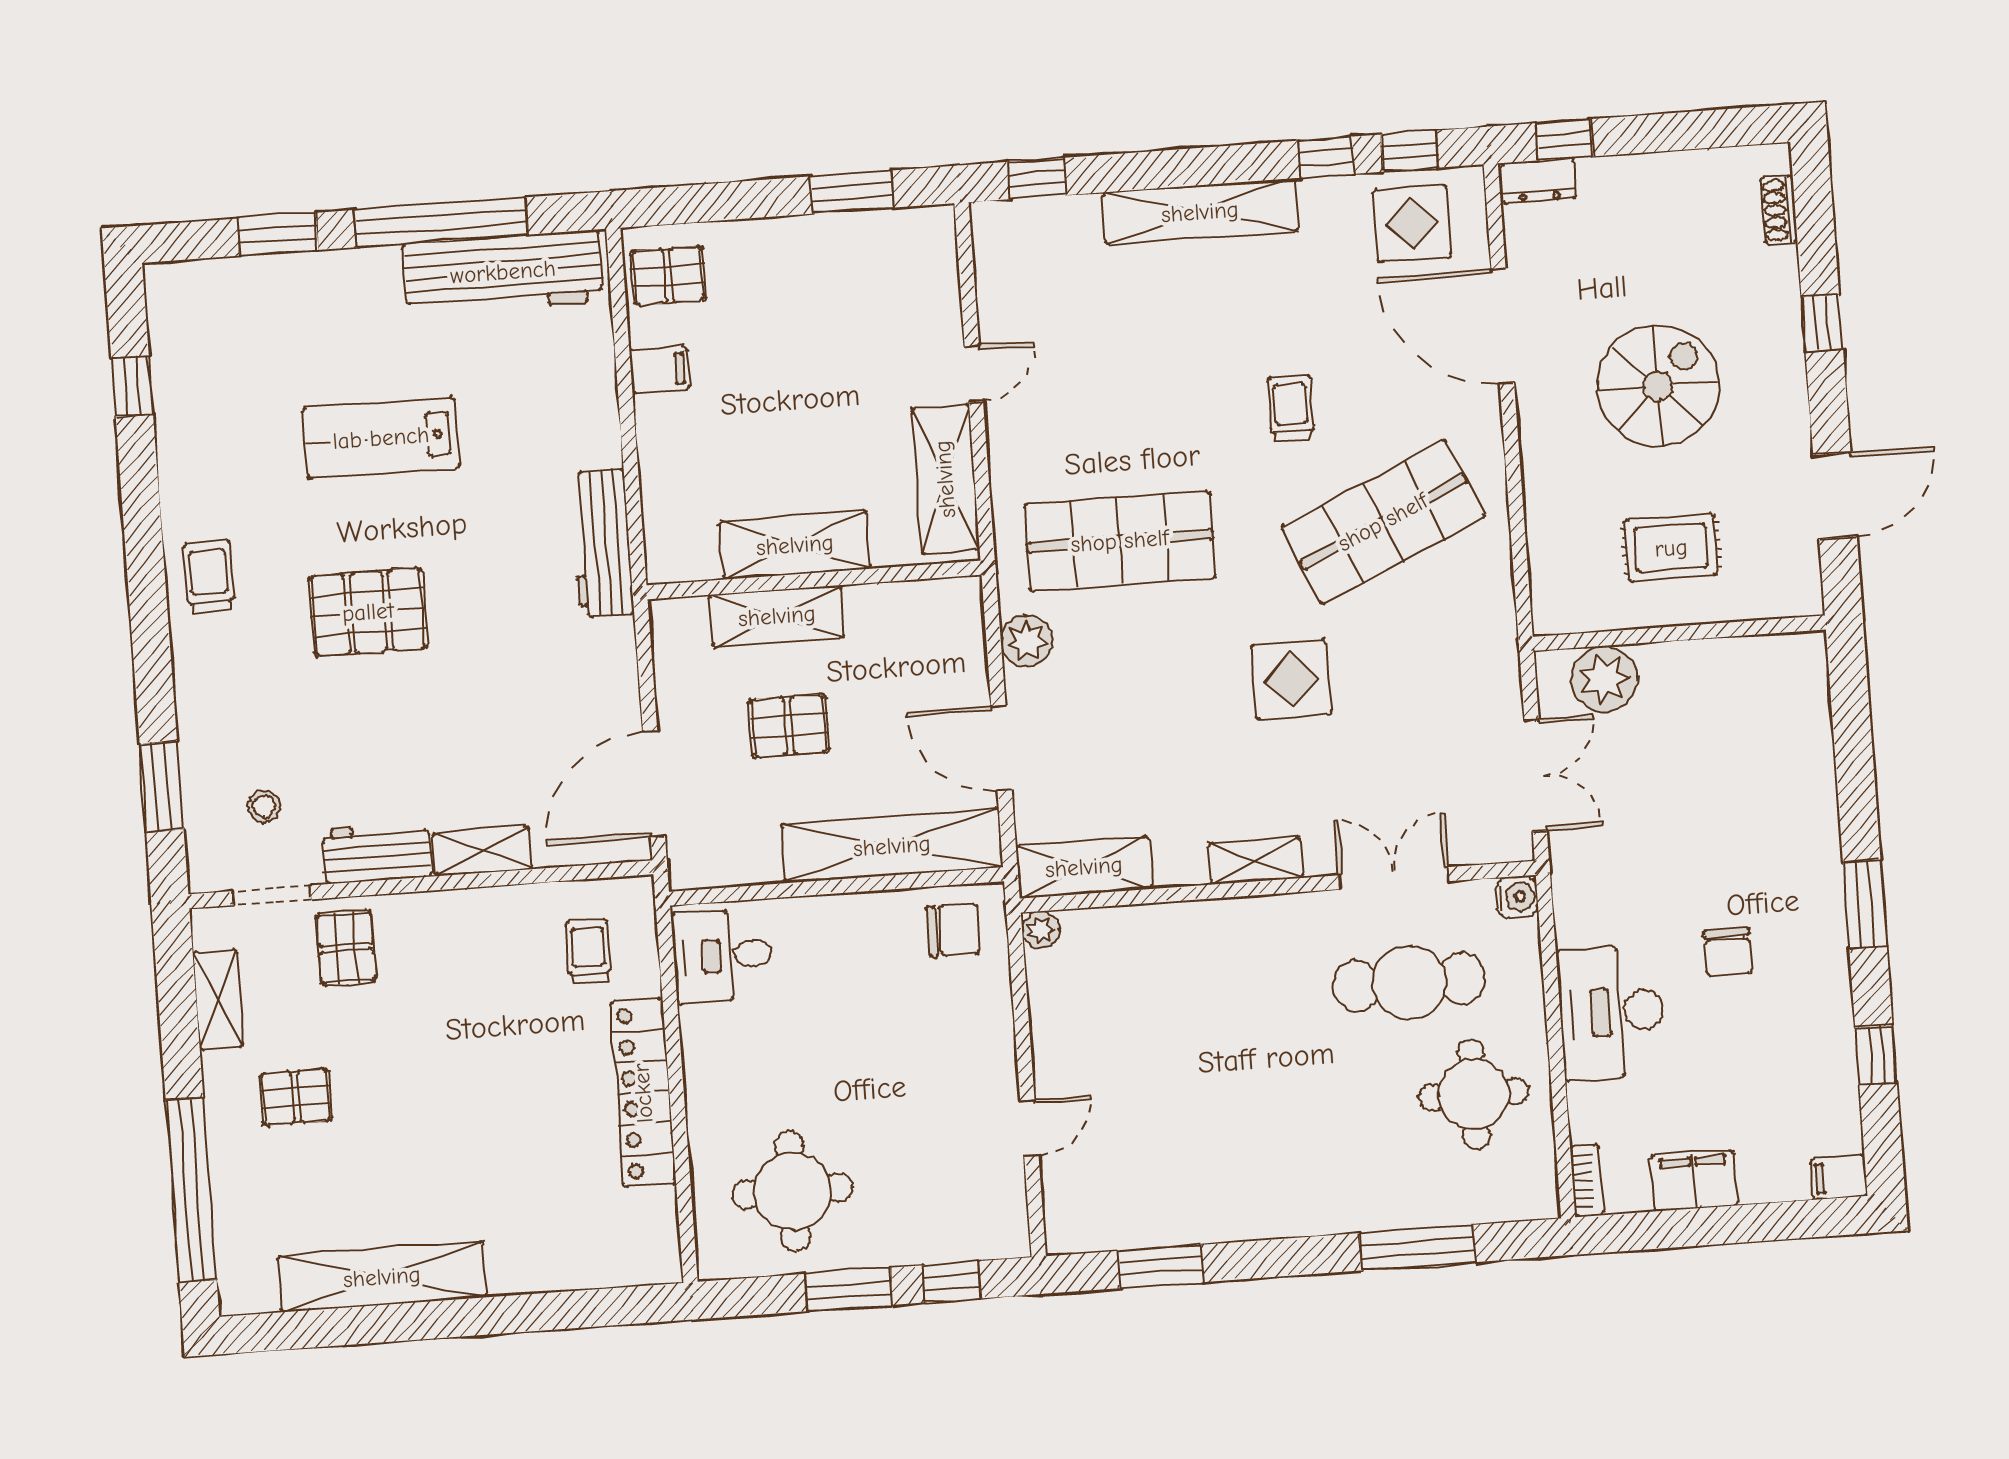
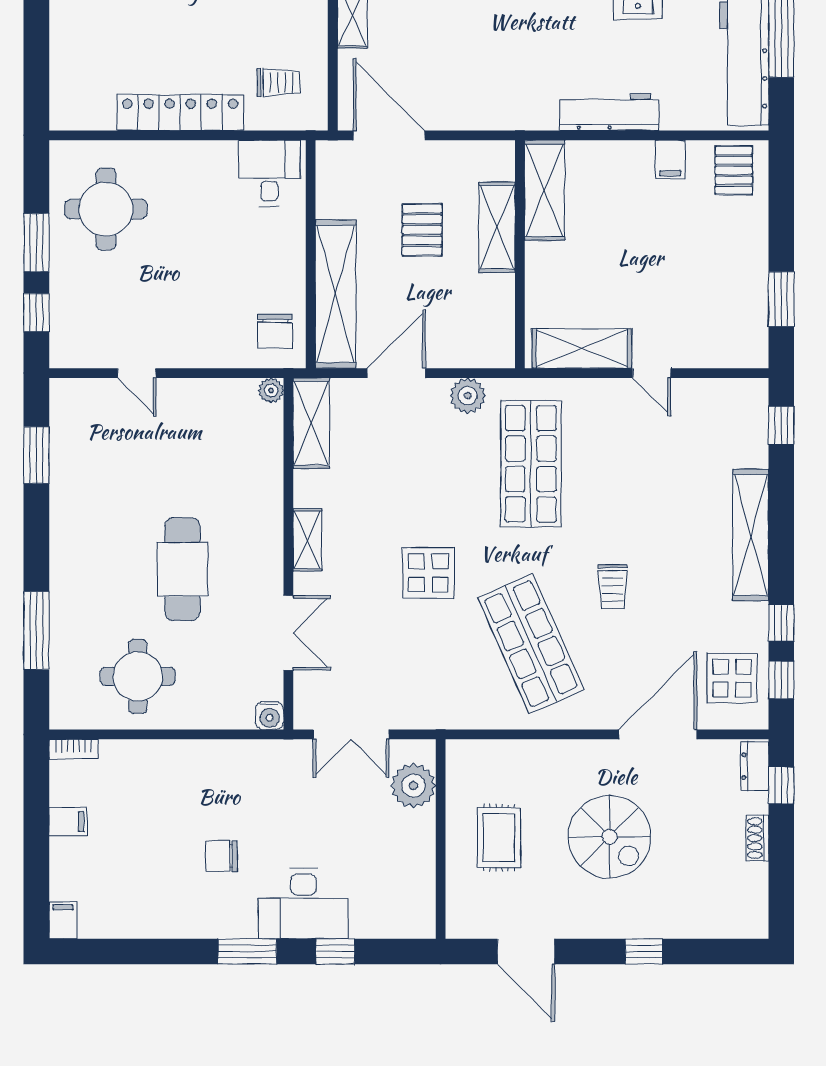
shoe rack: (1779, 210) -> (757, 838), moved, turned -90
trolley: (1291, 408) -> (613, 586), turned 90
workbench: (602, 543) -> (609, 112), moved
shelving: (795, 545) -> (545, 190), moved
cafe table: (1409, 982) -> (182, 569), moved
desk: (1612, 1012) -> (303, 904), moved, turned 180
window: (1876, 1055) -> (335, 952), moved
filing cabinet: (1694, 1181) -> (68, 822), width x0.50

